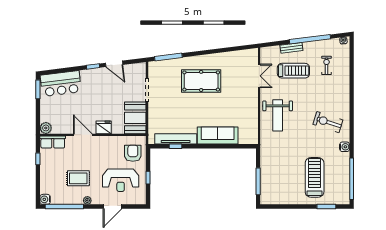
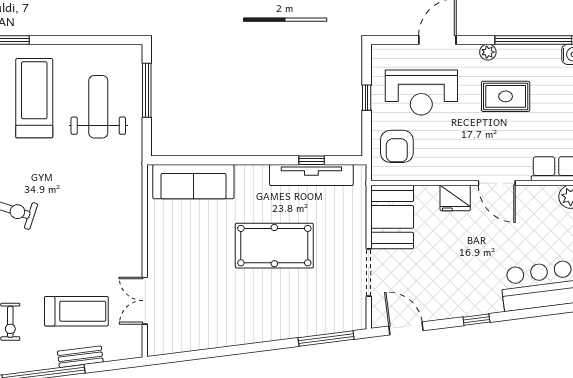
door: (114, 64) -> (406, 328), moved
treadmill: (293, 71) -> (76, 311), turned 180
pool table: (201, 81) -> (274, 246), moved
weight bench: (278, 115) -> (98, 107), moved
sofa: (218, 136) -> (193, 182), moved
treadmill: (315, 177) -> (34, 98), turned 180
reception desk: (121, 180) -> (421, 93), turned 180

